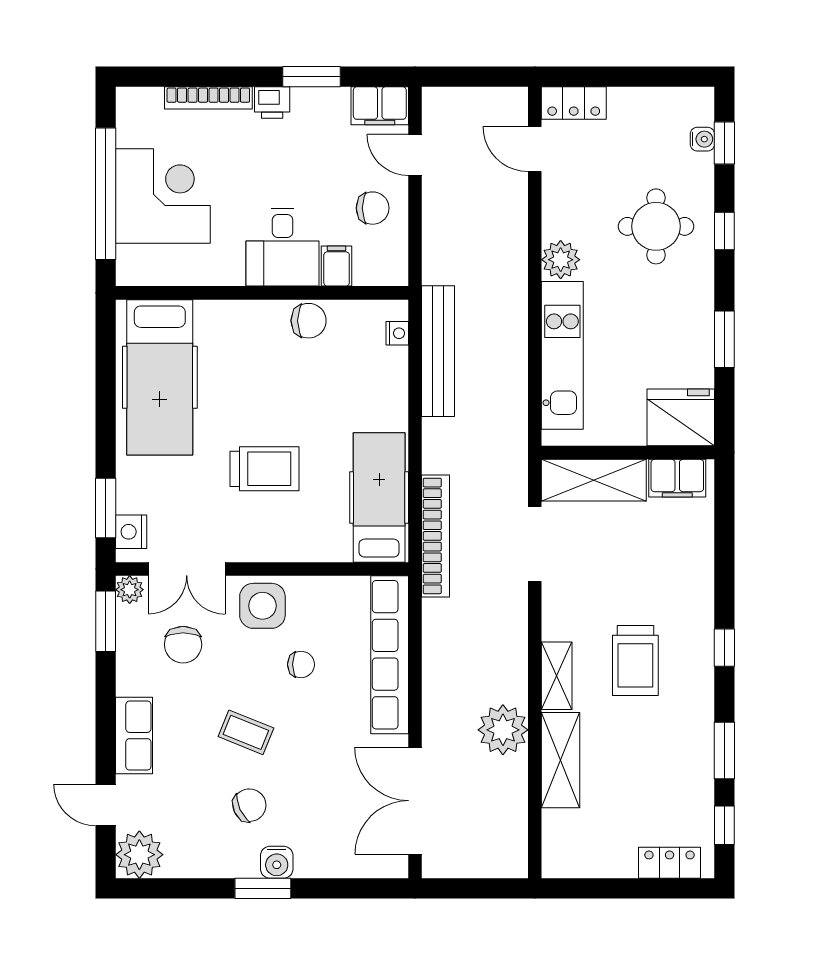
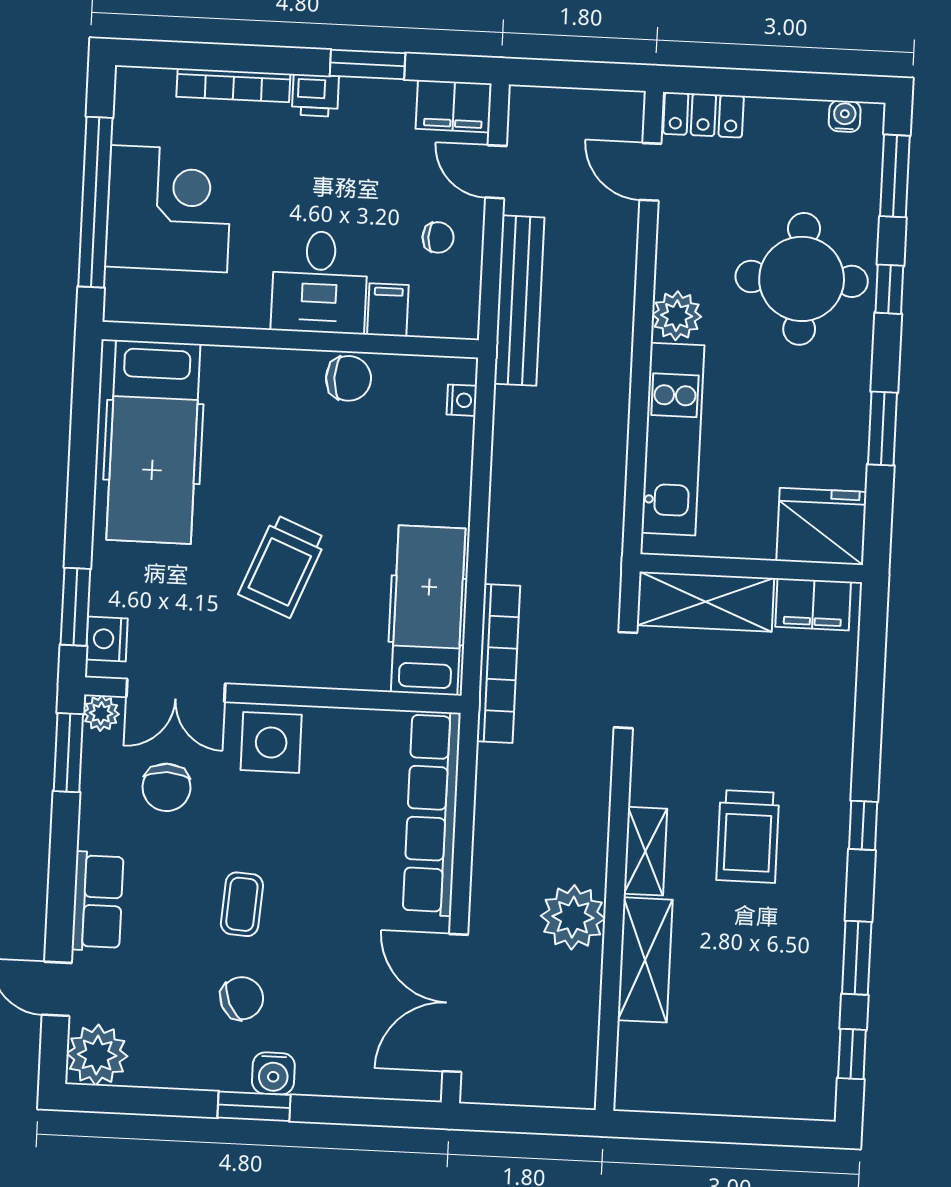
water cooler: (702, 139) -> (845, 116), moved, turned -90
window: (724, 143) -> (895, 176), width x1.50
chair: (373, 208) -> (438, 237), width x0.73, depth x0.73
round table: (656, 226) -> (802, 279), width x1.36, depth x1.36
bench: (438, 351) -> (519, 301), moved
trolley: (264, 469) -> (282, 566), turned 112
chair: (301, 664) -> (317, 820), removed
coffee table: (246, 732) -> (242, 904), turned 72
locker: (670, 863) -> (779, 1099), removed

